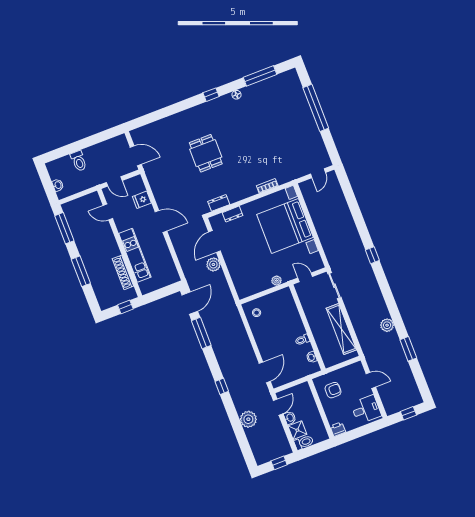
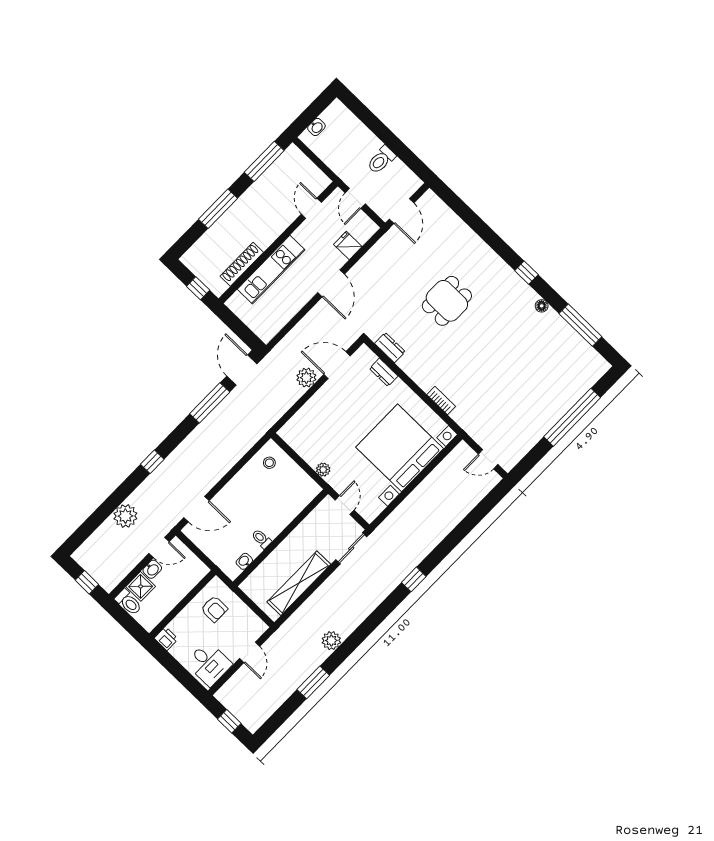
toilet: (79, 161) -> (381, 160), moved
door: (190, 303) -> (242, 370), swing flipped

